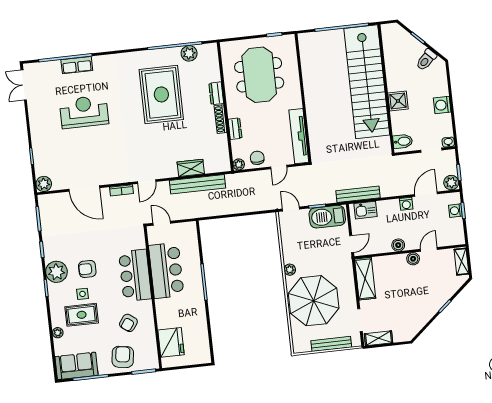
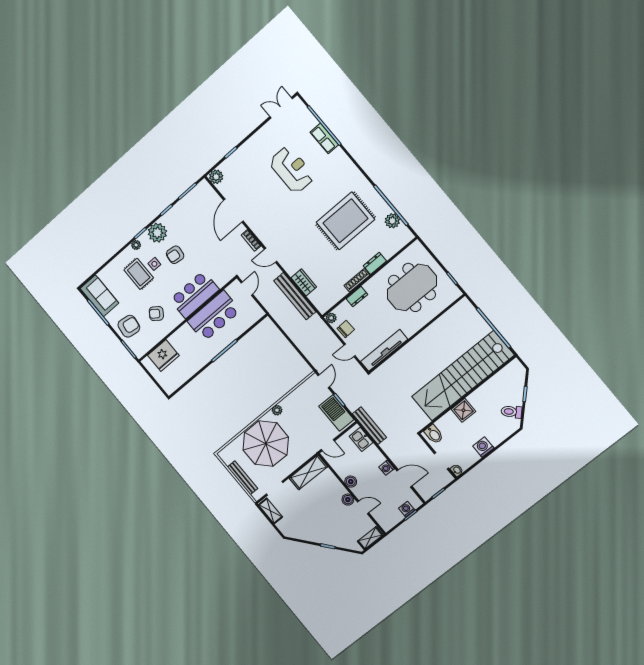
plant: (451, 183) -> (426, 492), removed
armchair: (87, 269) -> (175, 255), turned -83
plant: (58, 333) -> (136, 245), moved

